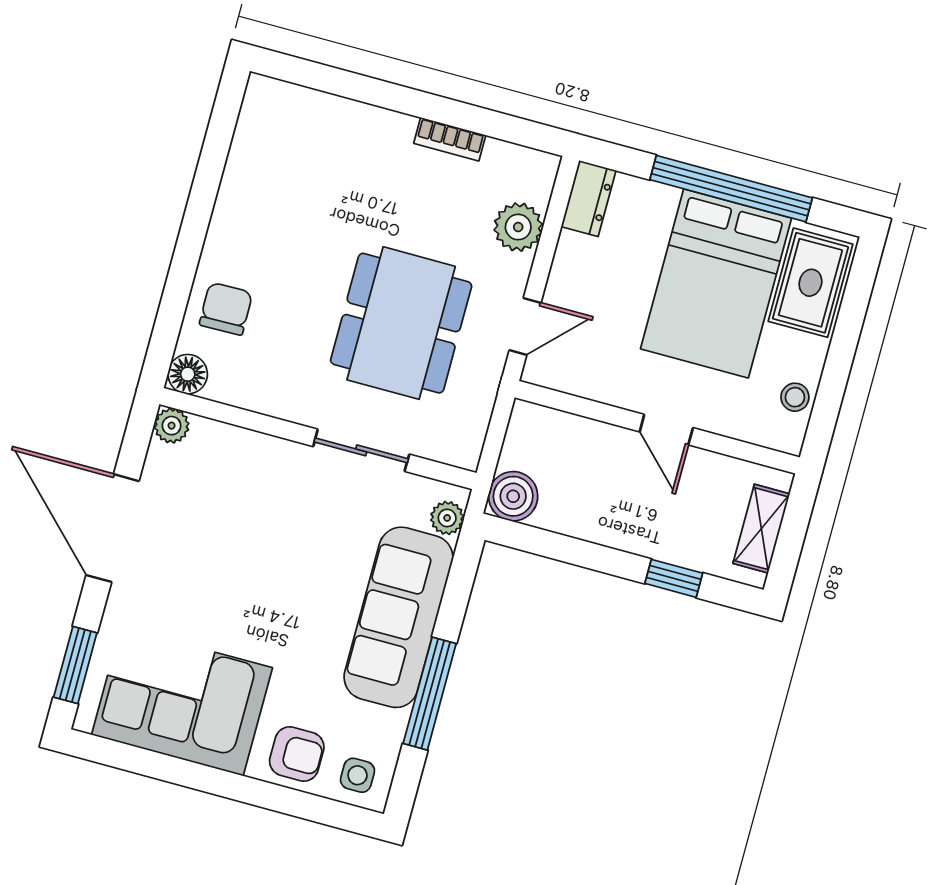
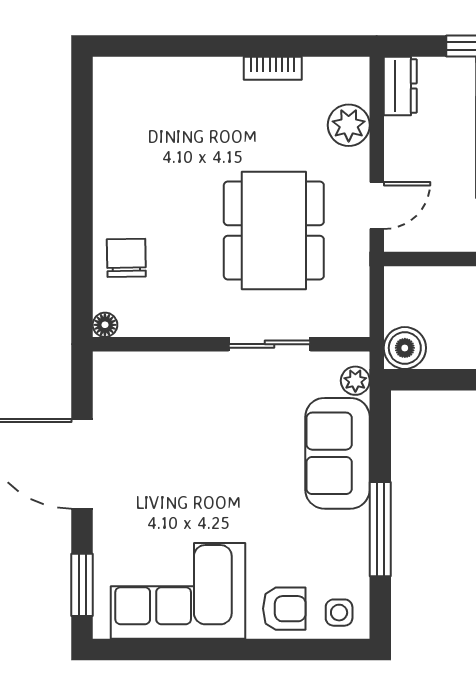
floor lamp: (188, 374) -> (105, 325), width x0.73, depth x0.73
plant: (172, 426) -> (108, 366), removed
sofa: (398, 617) -> (337, 453), width x0.73

